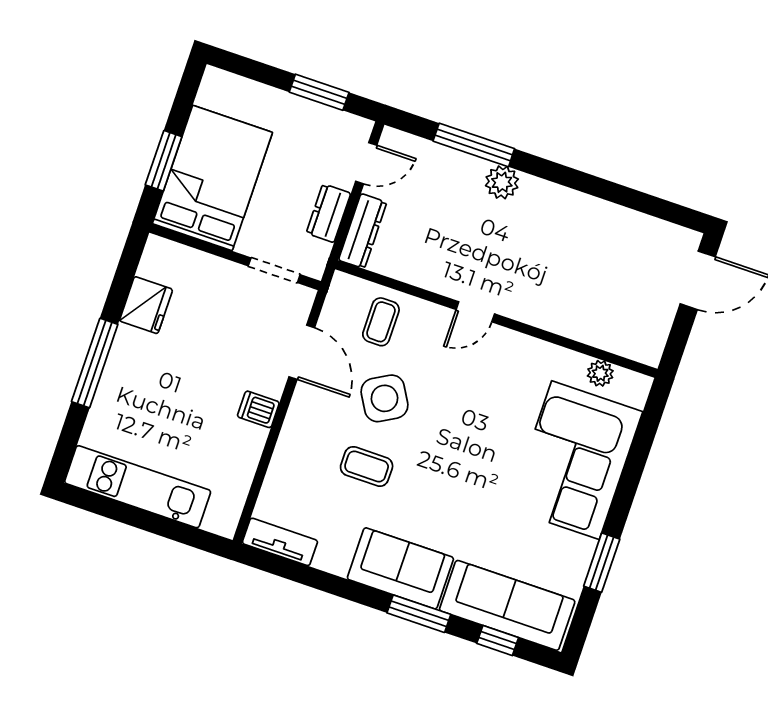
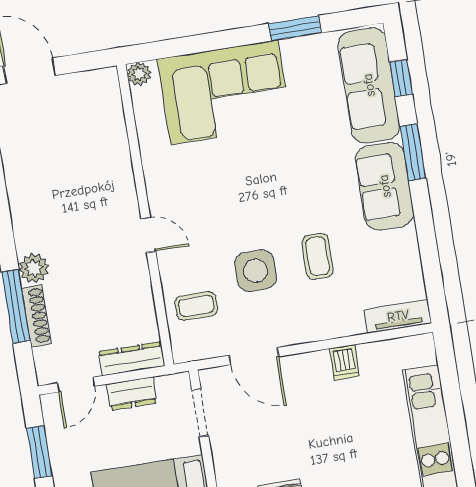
shoe rack: (454, 160) -> (36, 316), added
door: (366, 163) -> (76, 385), swing flipped
door: (302, 352) -> (254, 356), swing flipped
plant: (600, 373) -> (139, 74), moved
side table: (385, 398) -> (256, 271), turned 30
dishwasher: (258, 409) -> (344, 362), moved
tv unit: (280, 542) -> (398, 316), moved, turned 90

